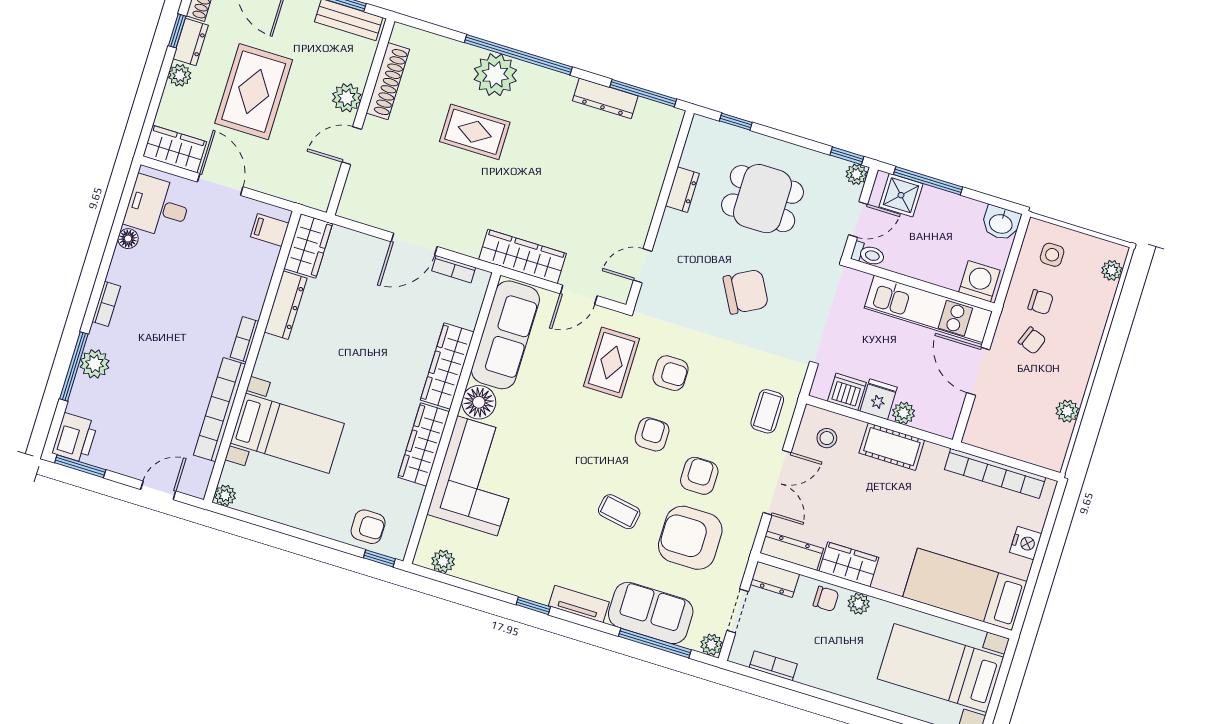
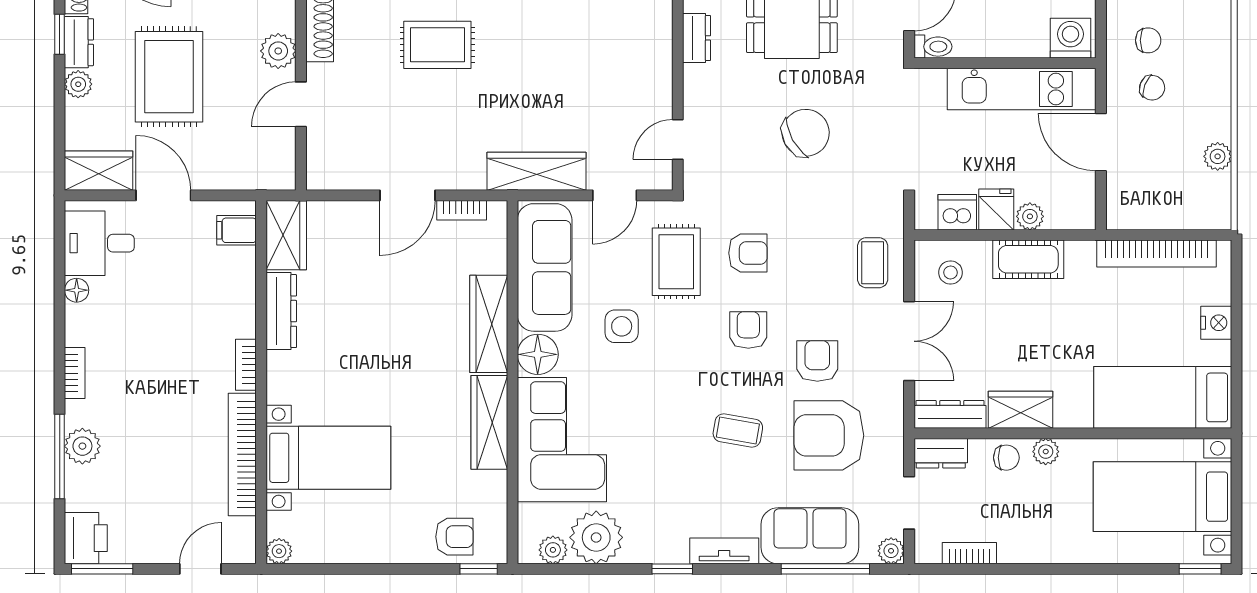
side table: (552, 400) -> (622, 326), added
plant: (480, 562) -> (596, 537), added

